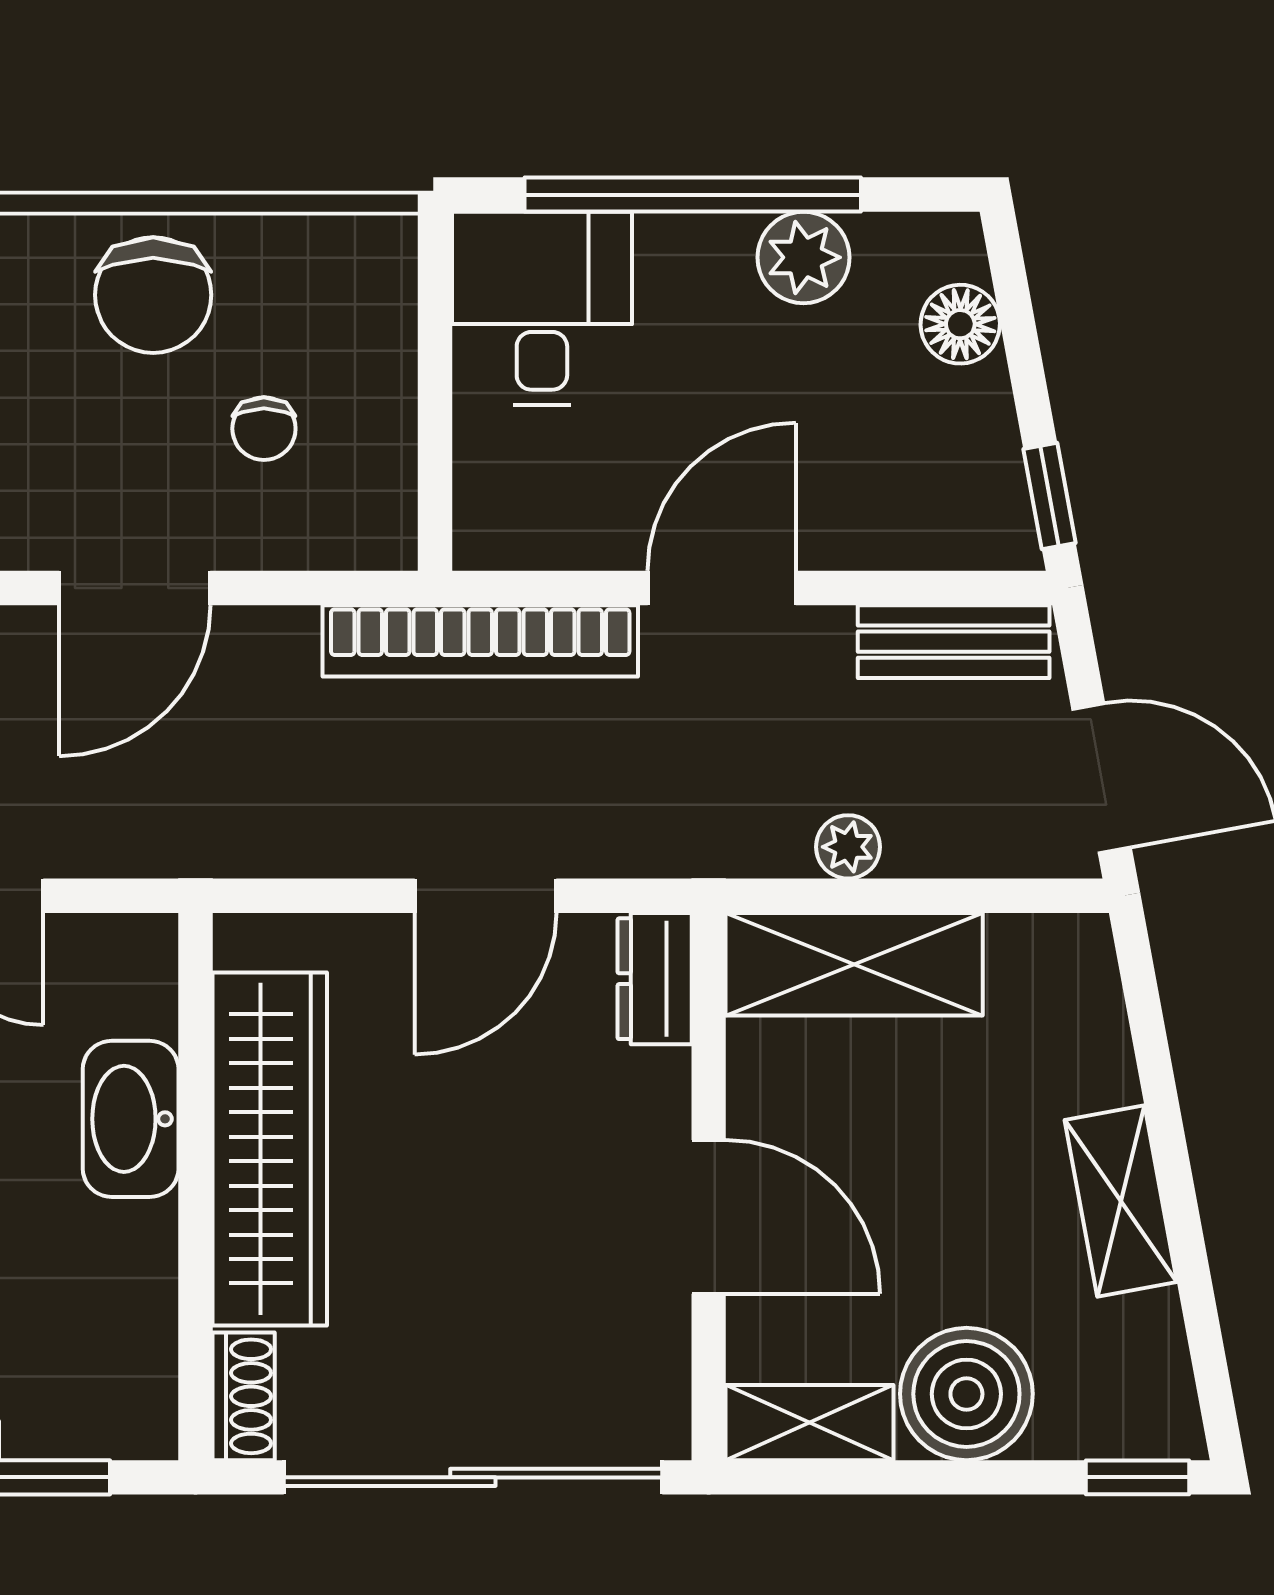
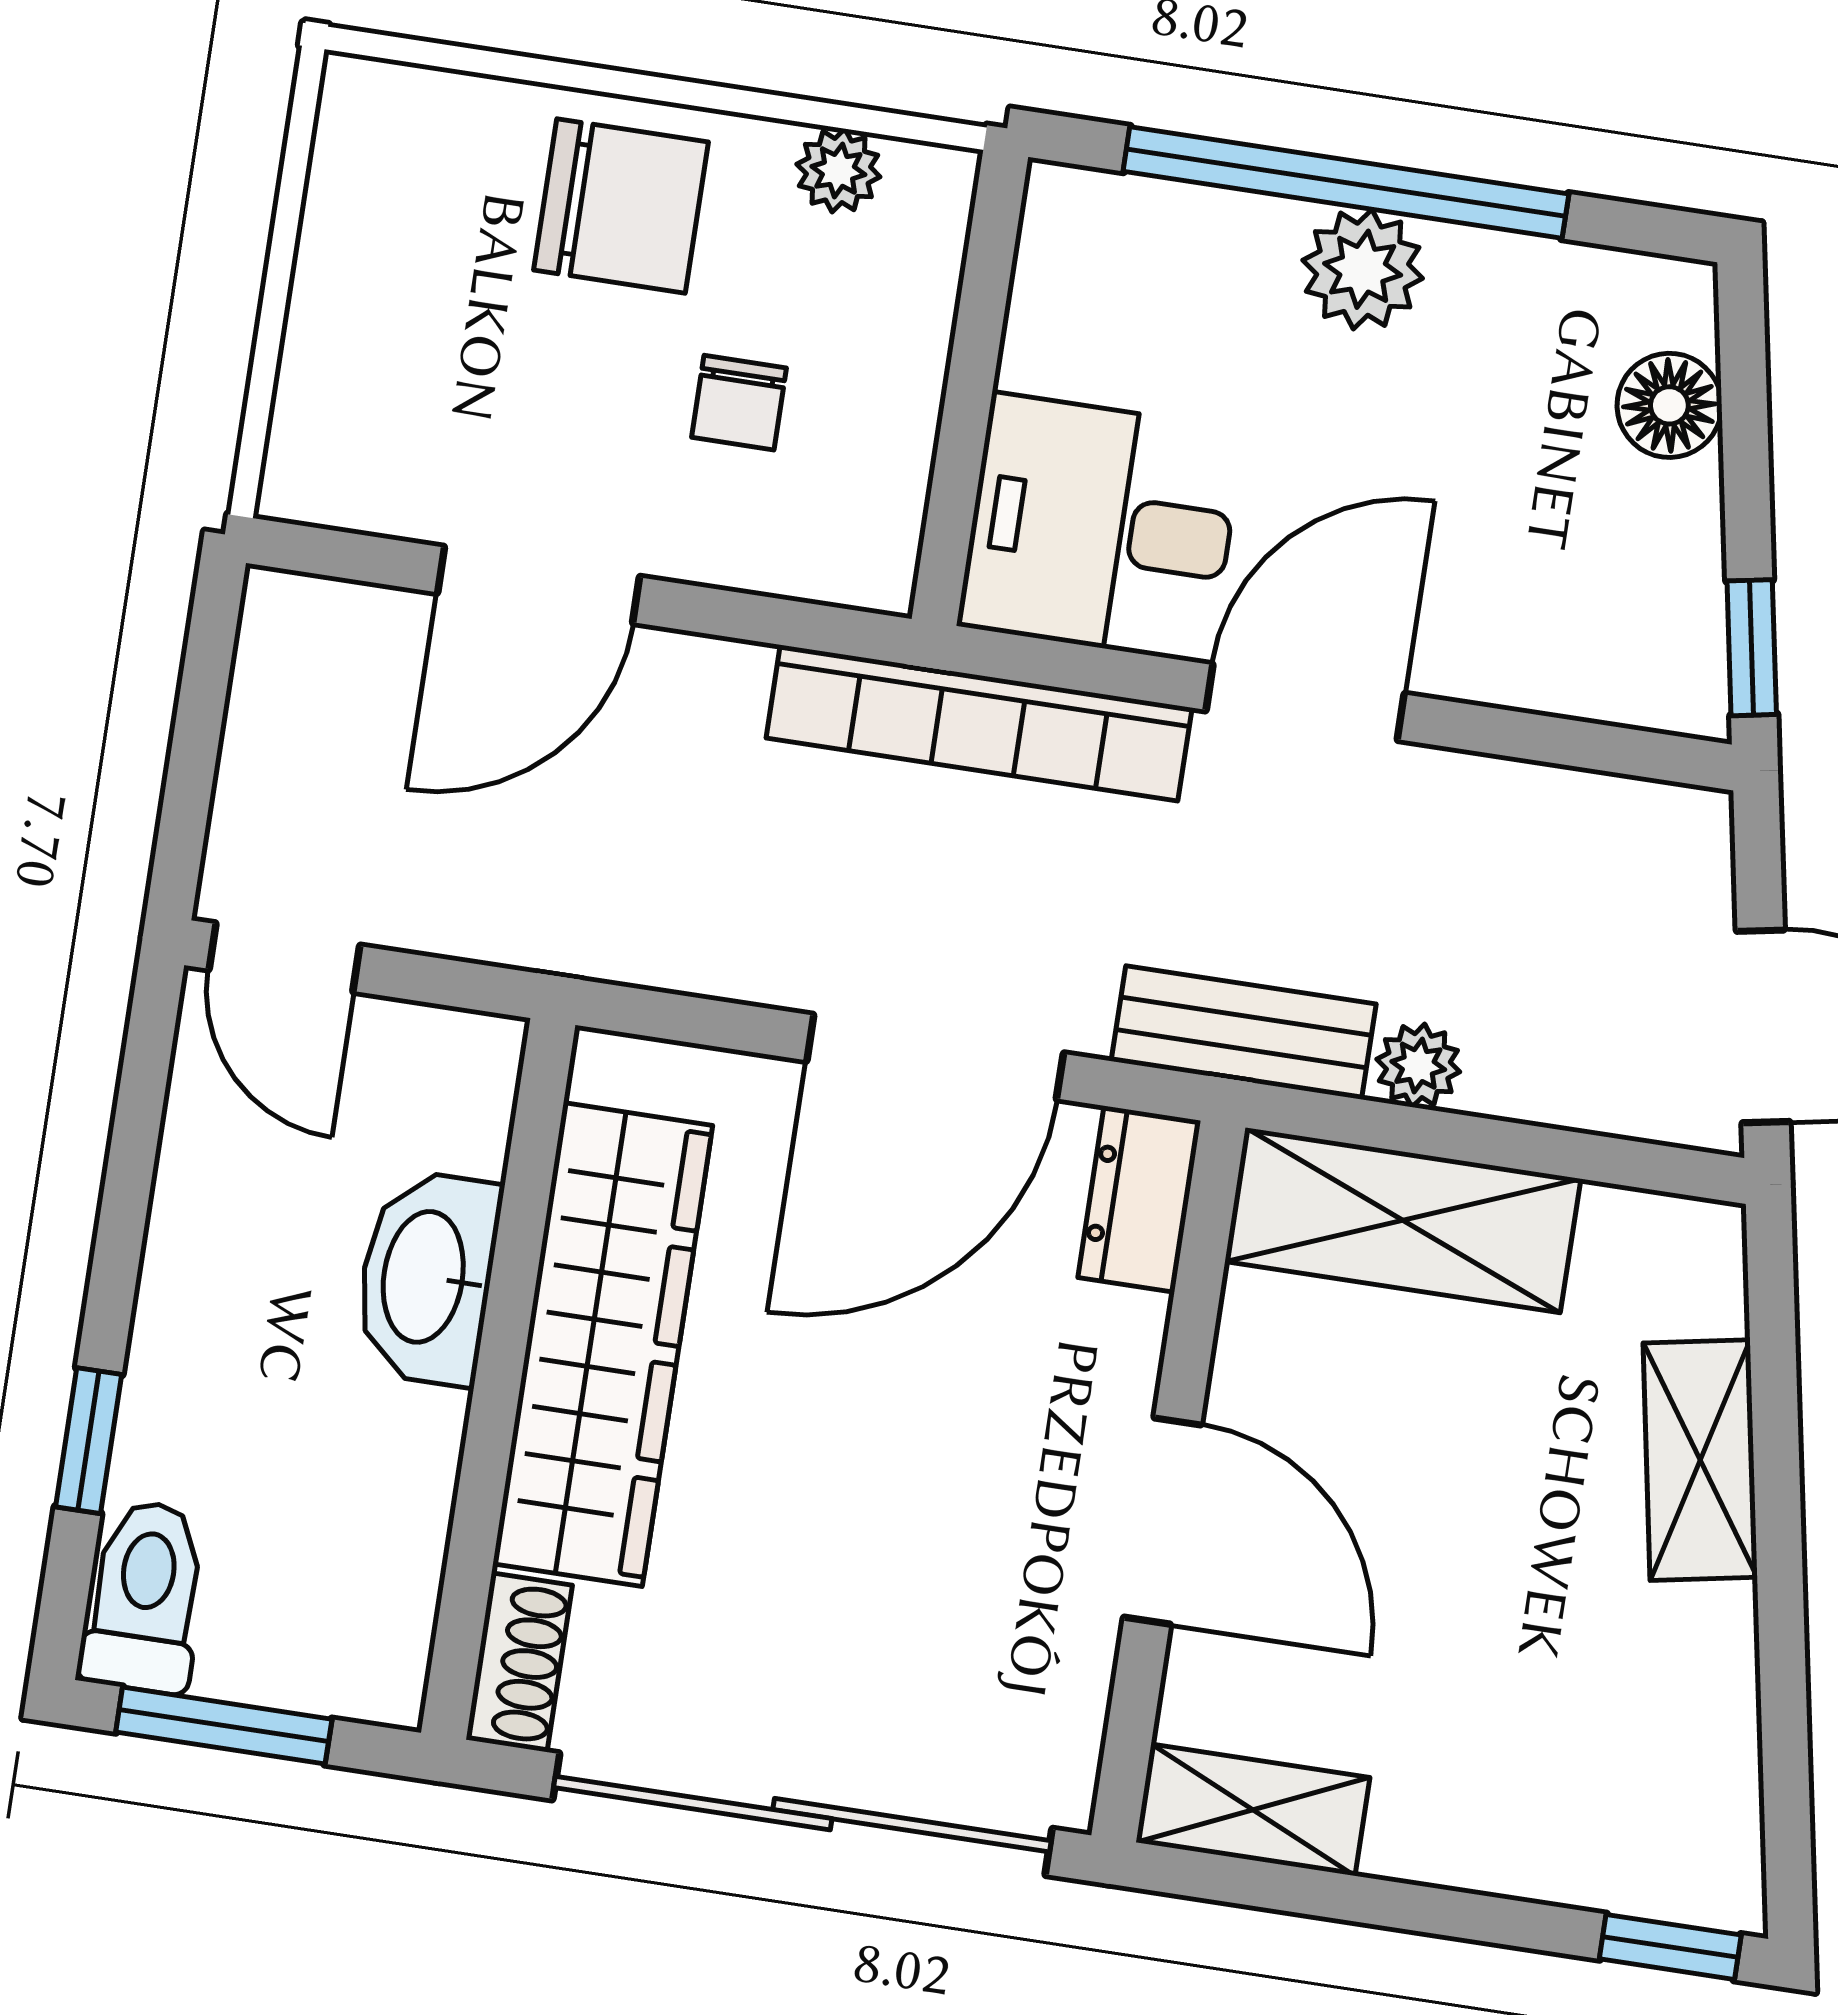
plant: (312, 244) -> (838, 170), added
plant: (803, 257) -> (1363, 269), moved
chair: (153, 295) -> (621, 206), turned -90
desk: (542, 309) -> (1101, 528), moved, turned -90
bench: (954, 642) -> (1244, 1033), moved
door: (485, 896) -> (935, 1057), width x1.36
shelving: (1121, 1201) -> (1700, 1460), moved
boiler: (966, 1394) -> (1464, 1804), removed

